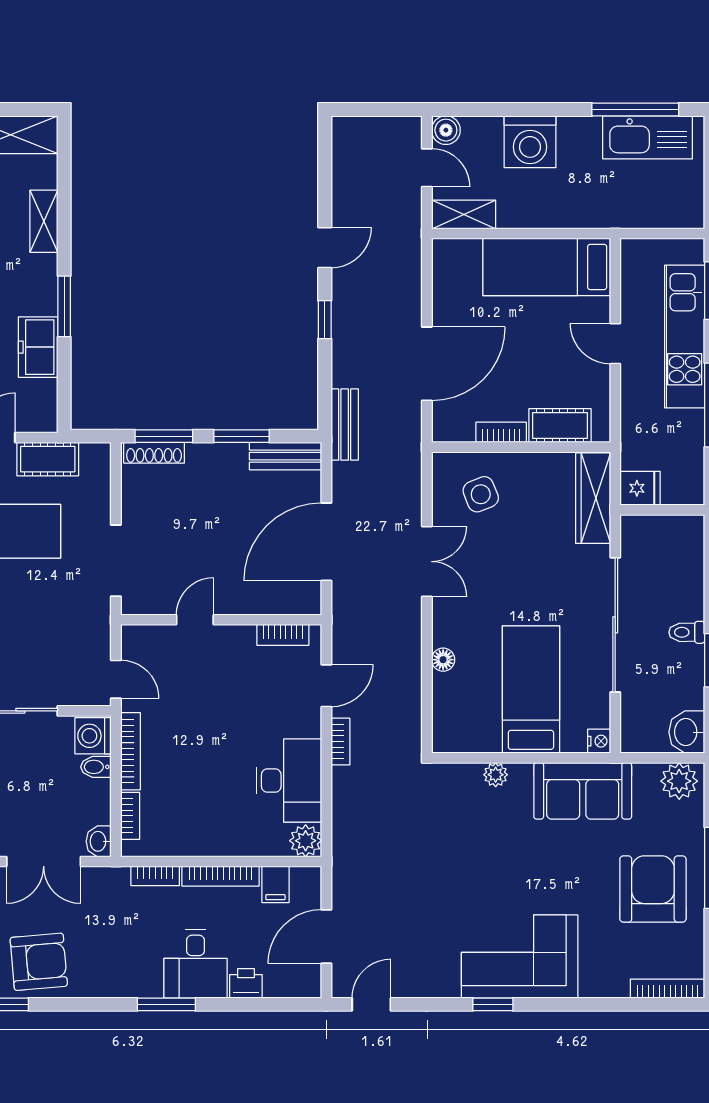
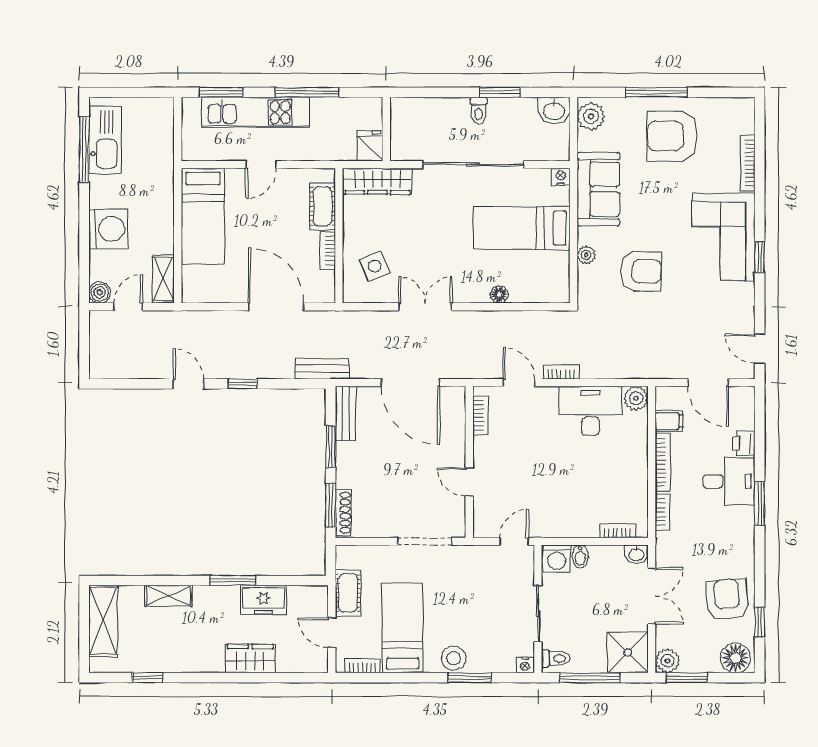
bookcase: (131, 751) -> (568, 530), removed
armchair: (474, 848) -> (641, 271), added
bookcase: (668, 989) -> (748, 163), moved

